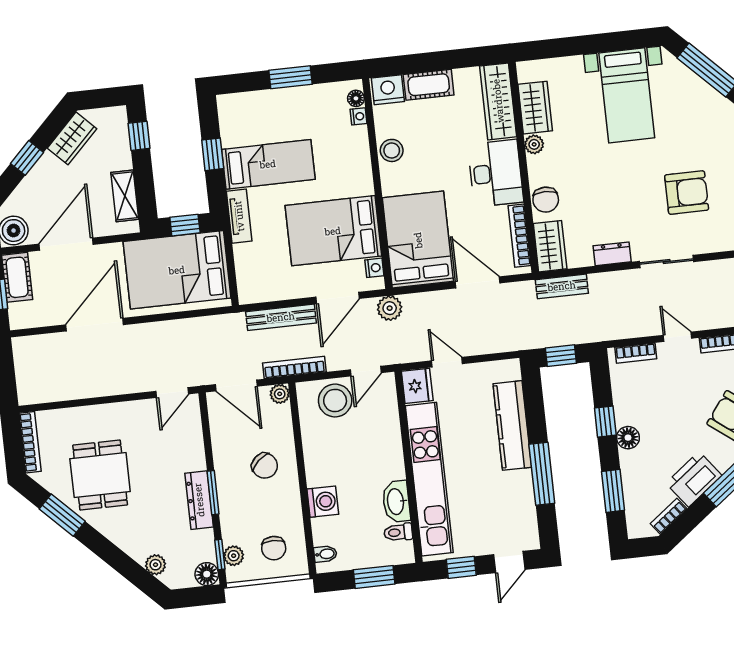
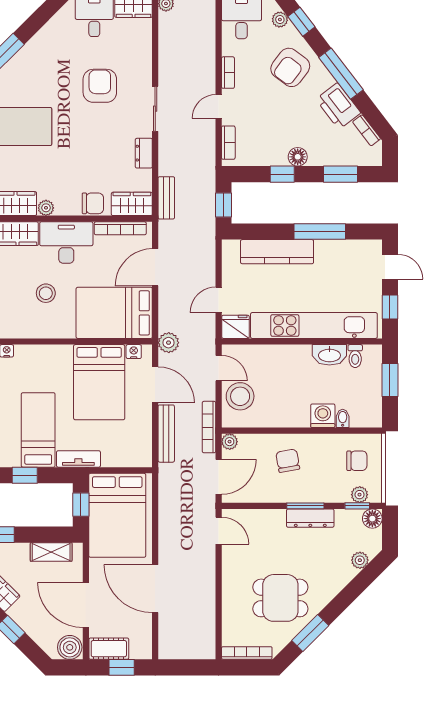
stool: (392, 150) -> (46, 293), moved
chair: (265, 466) -> (288, 461), turned -58
bidet: (325, 554) -> (343, 418), moved

